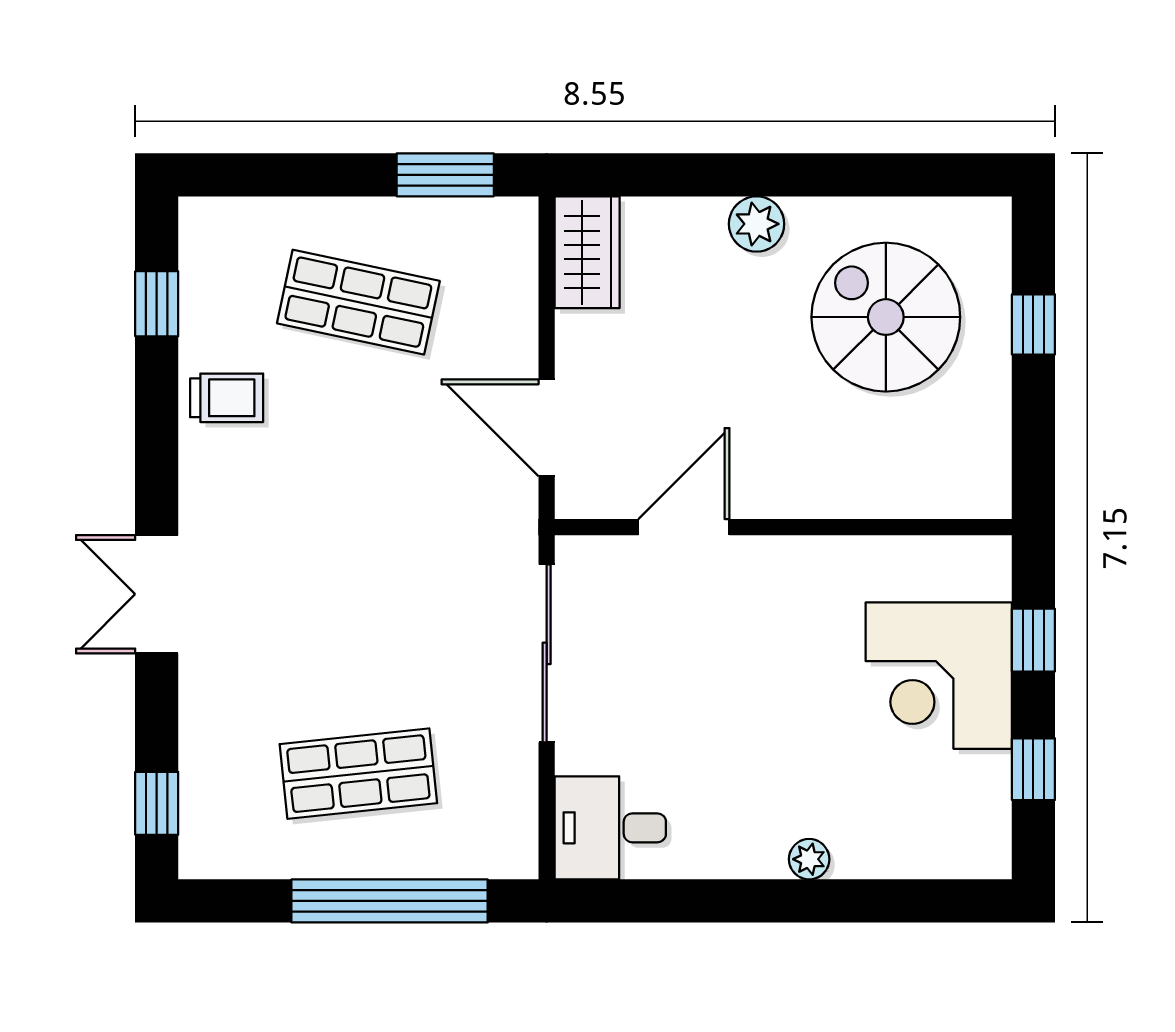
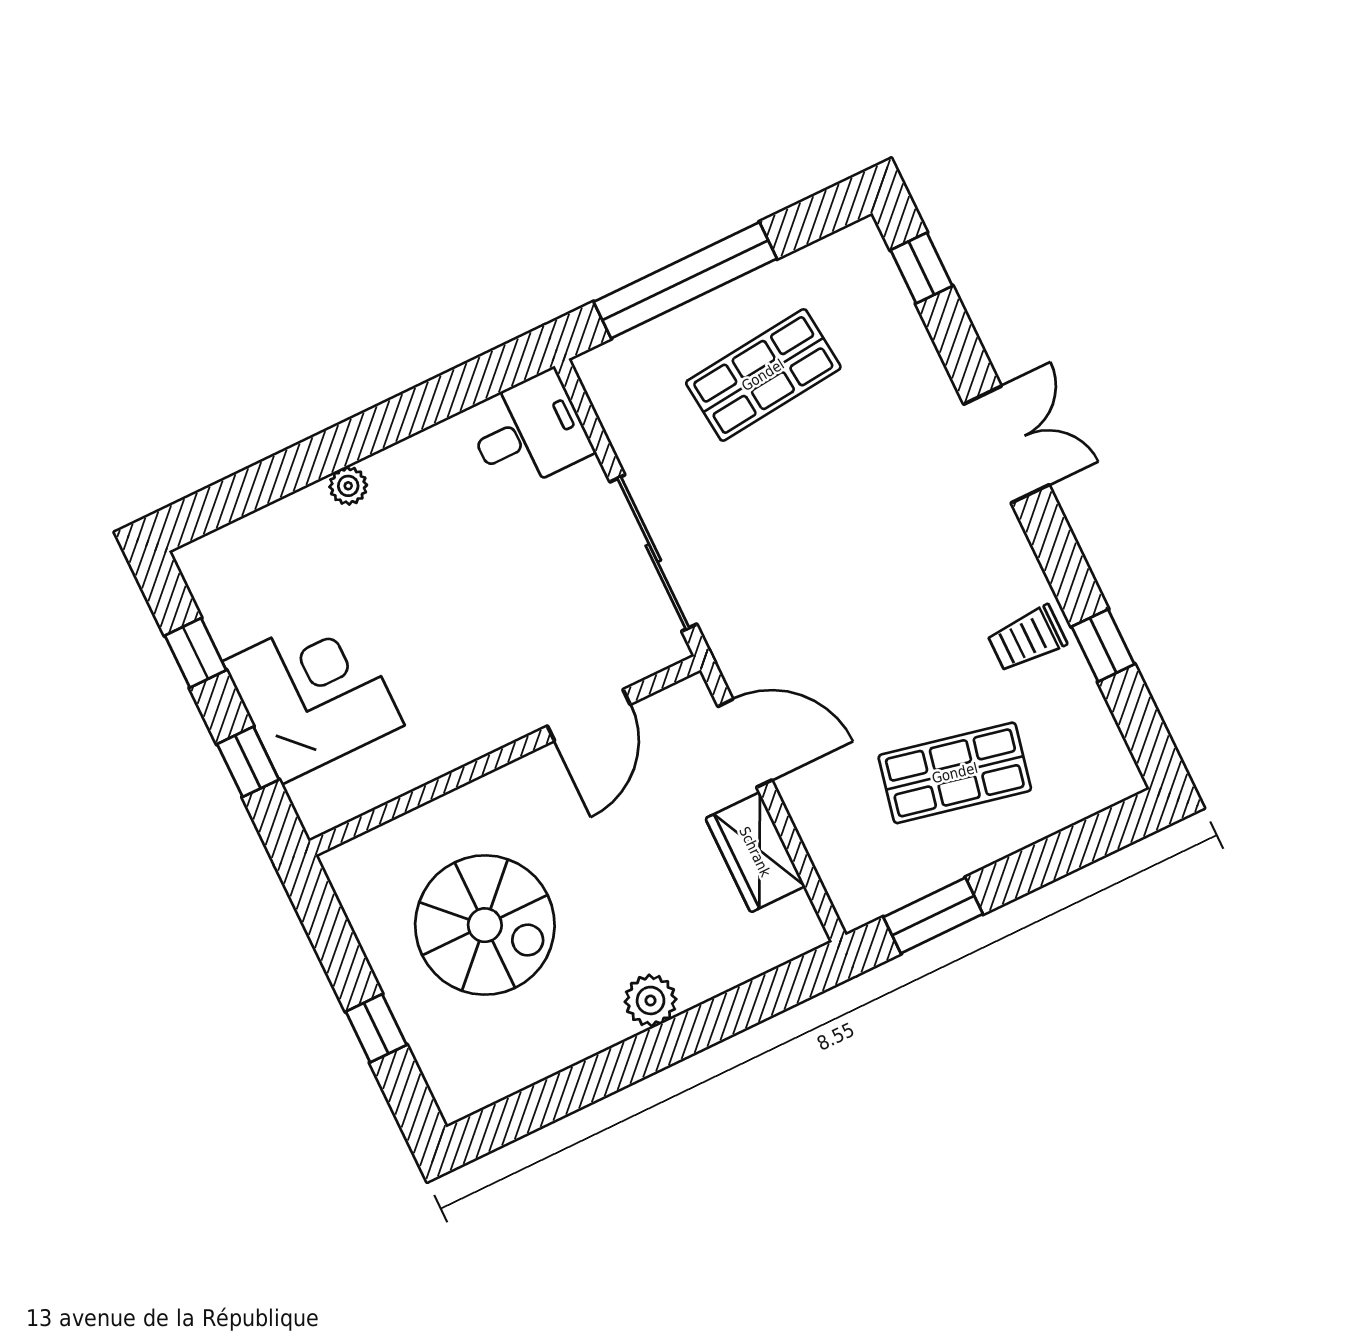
wardrobe: (587, 252) -> (755, 852), moved
window: (157, 304) -> (1103, 645), moved
spiral stairs: (886, 317) -> (485, 925), moved

